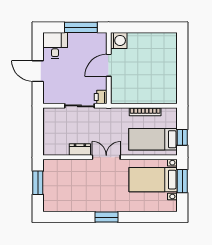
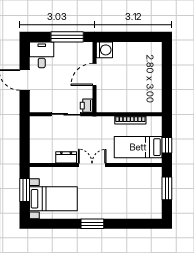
bed with nightstands: (153, 180) -> (53, 199), moved, turned 180

